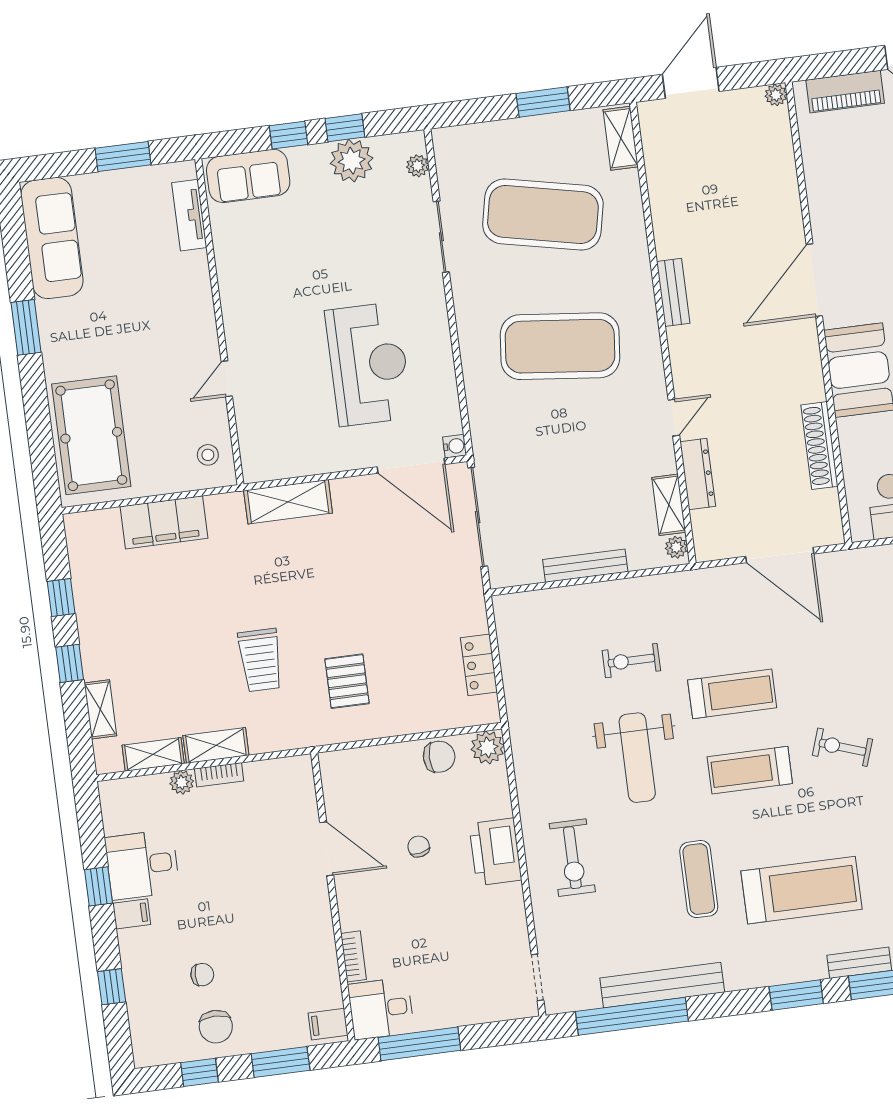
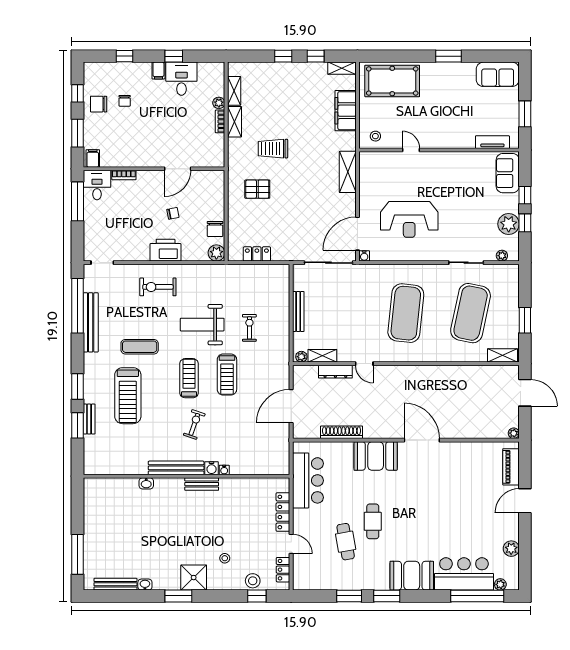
sofa: (52, 238) -> (498, 74), width x0.73
bench: (673, 292) -> (425, 371), removed
shelving: (100, 709) -> (342, 68), moved

